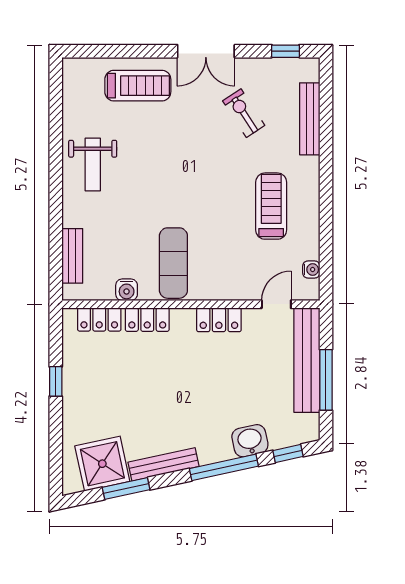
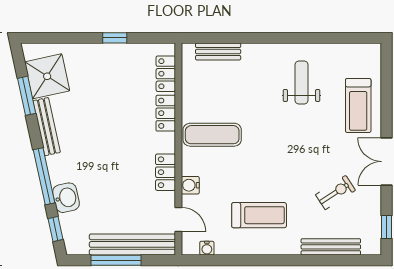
weight bench: (93, 165) -> (302, 82), moved, turned 90
water cooler: (127, 290) -> (190, 185), moved

